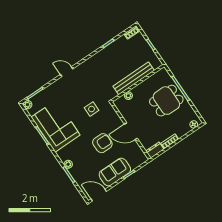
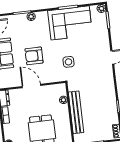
door: (131, 131) -> (31, 86), hinge flipped
armchair: (102, 143) -> (34, 56), turned 90

